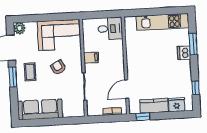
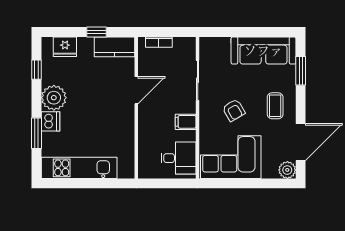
desk: (110, 29) -> (178, 158), moved, turned 180
plant: (182, 69) -> (54, 98), added
window: (13, 77) -> (301, 71), moved
door: (127, 89) -> (136, 90), moved
kitchen counter: (154, 106) -> (115, 47), moved
window: (143, 117) -> (97, 32), moved

